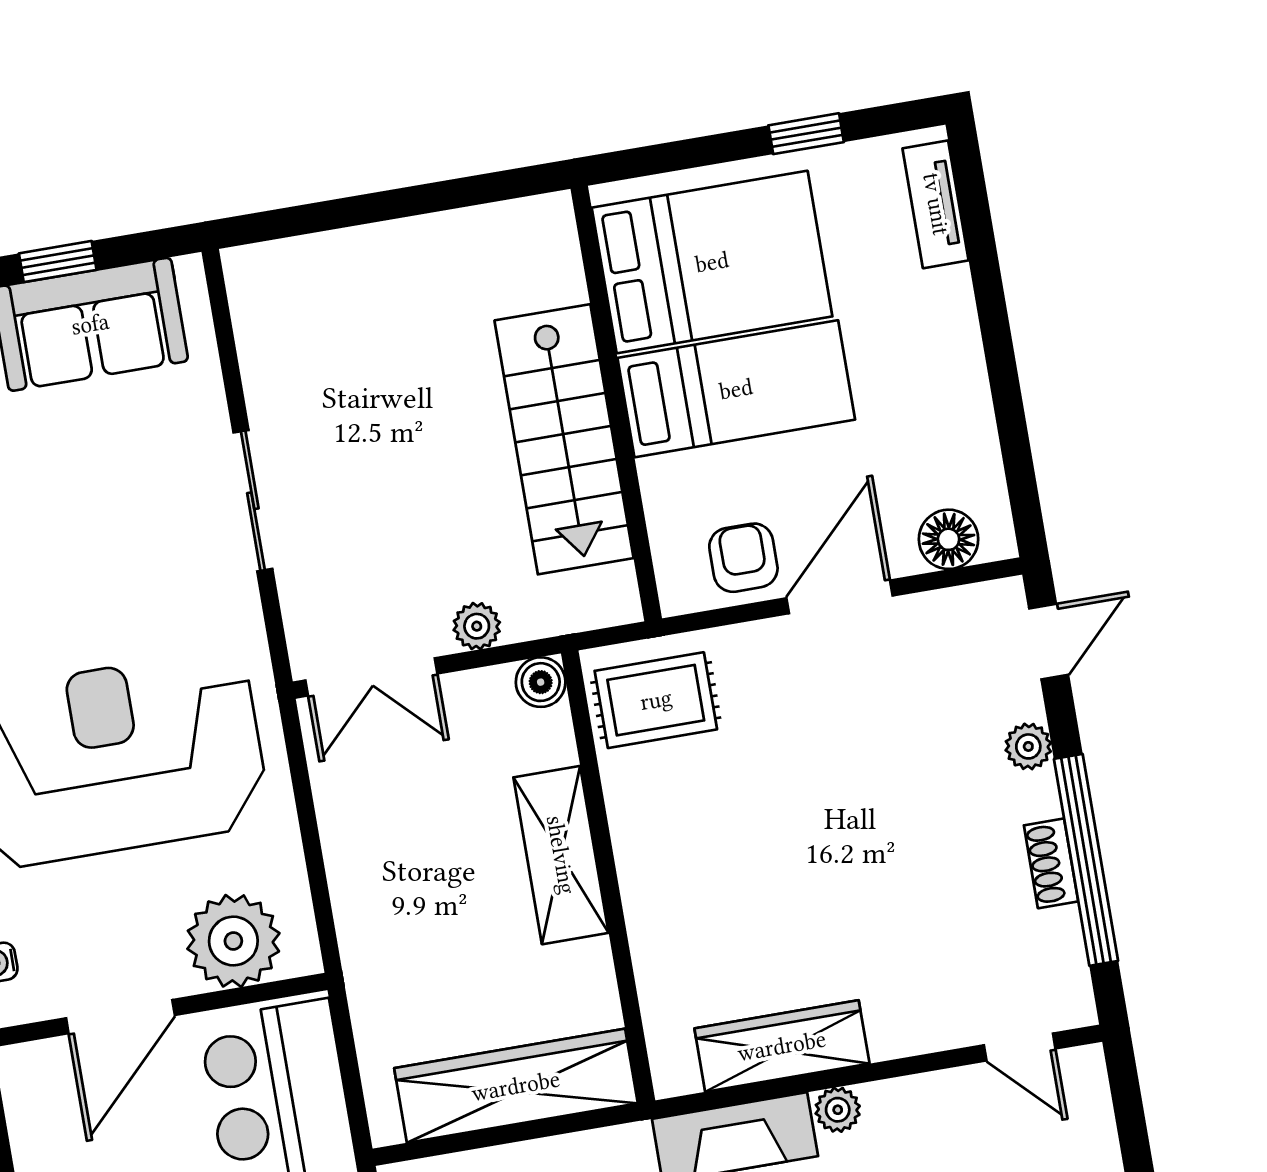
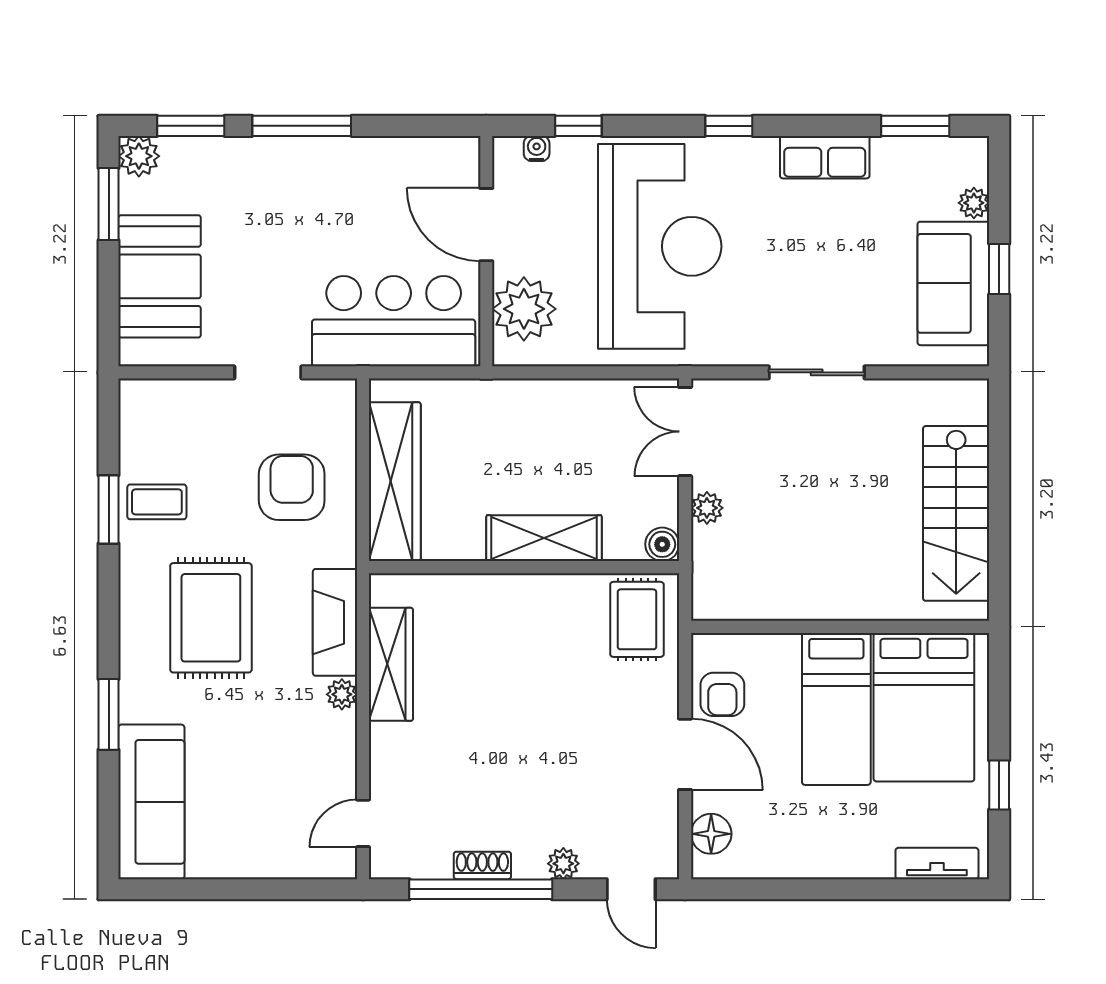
stairs: (564, 439) -> (956, 513), moved, turned -90
armchair: (743, 558) -> (722, 694), turned 90

